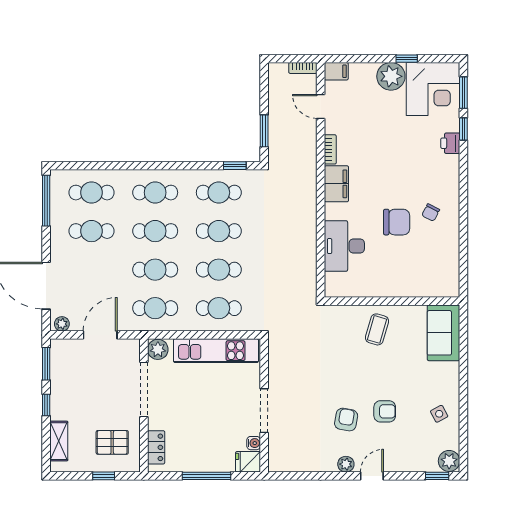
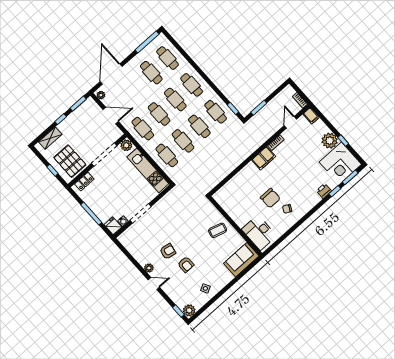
desk: (344, 246) -> (259, 233), moved, turned -90
pallet: (112, 442) -> (70, 161), width x1.50, depth x1.42

